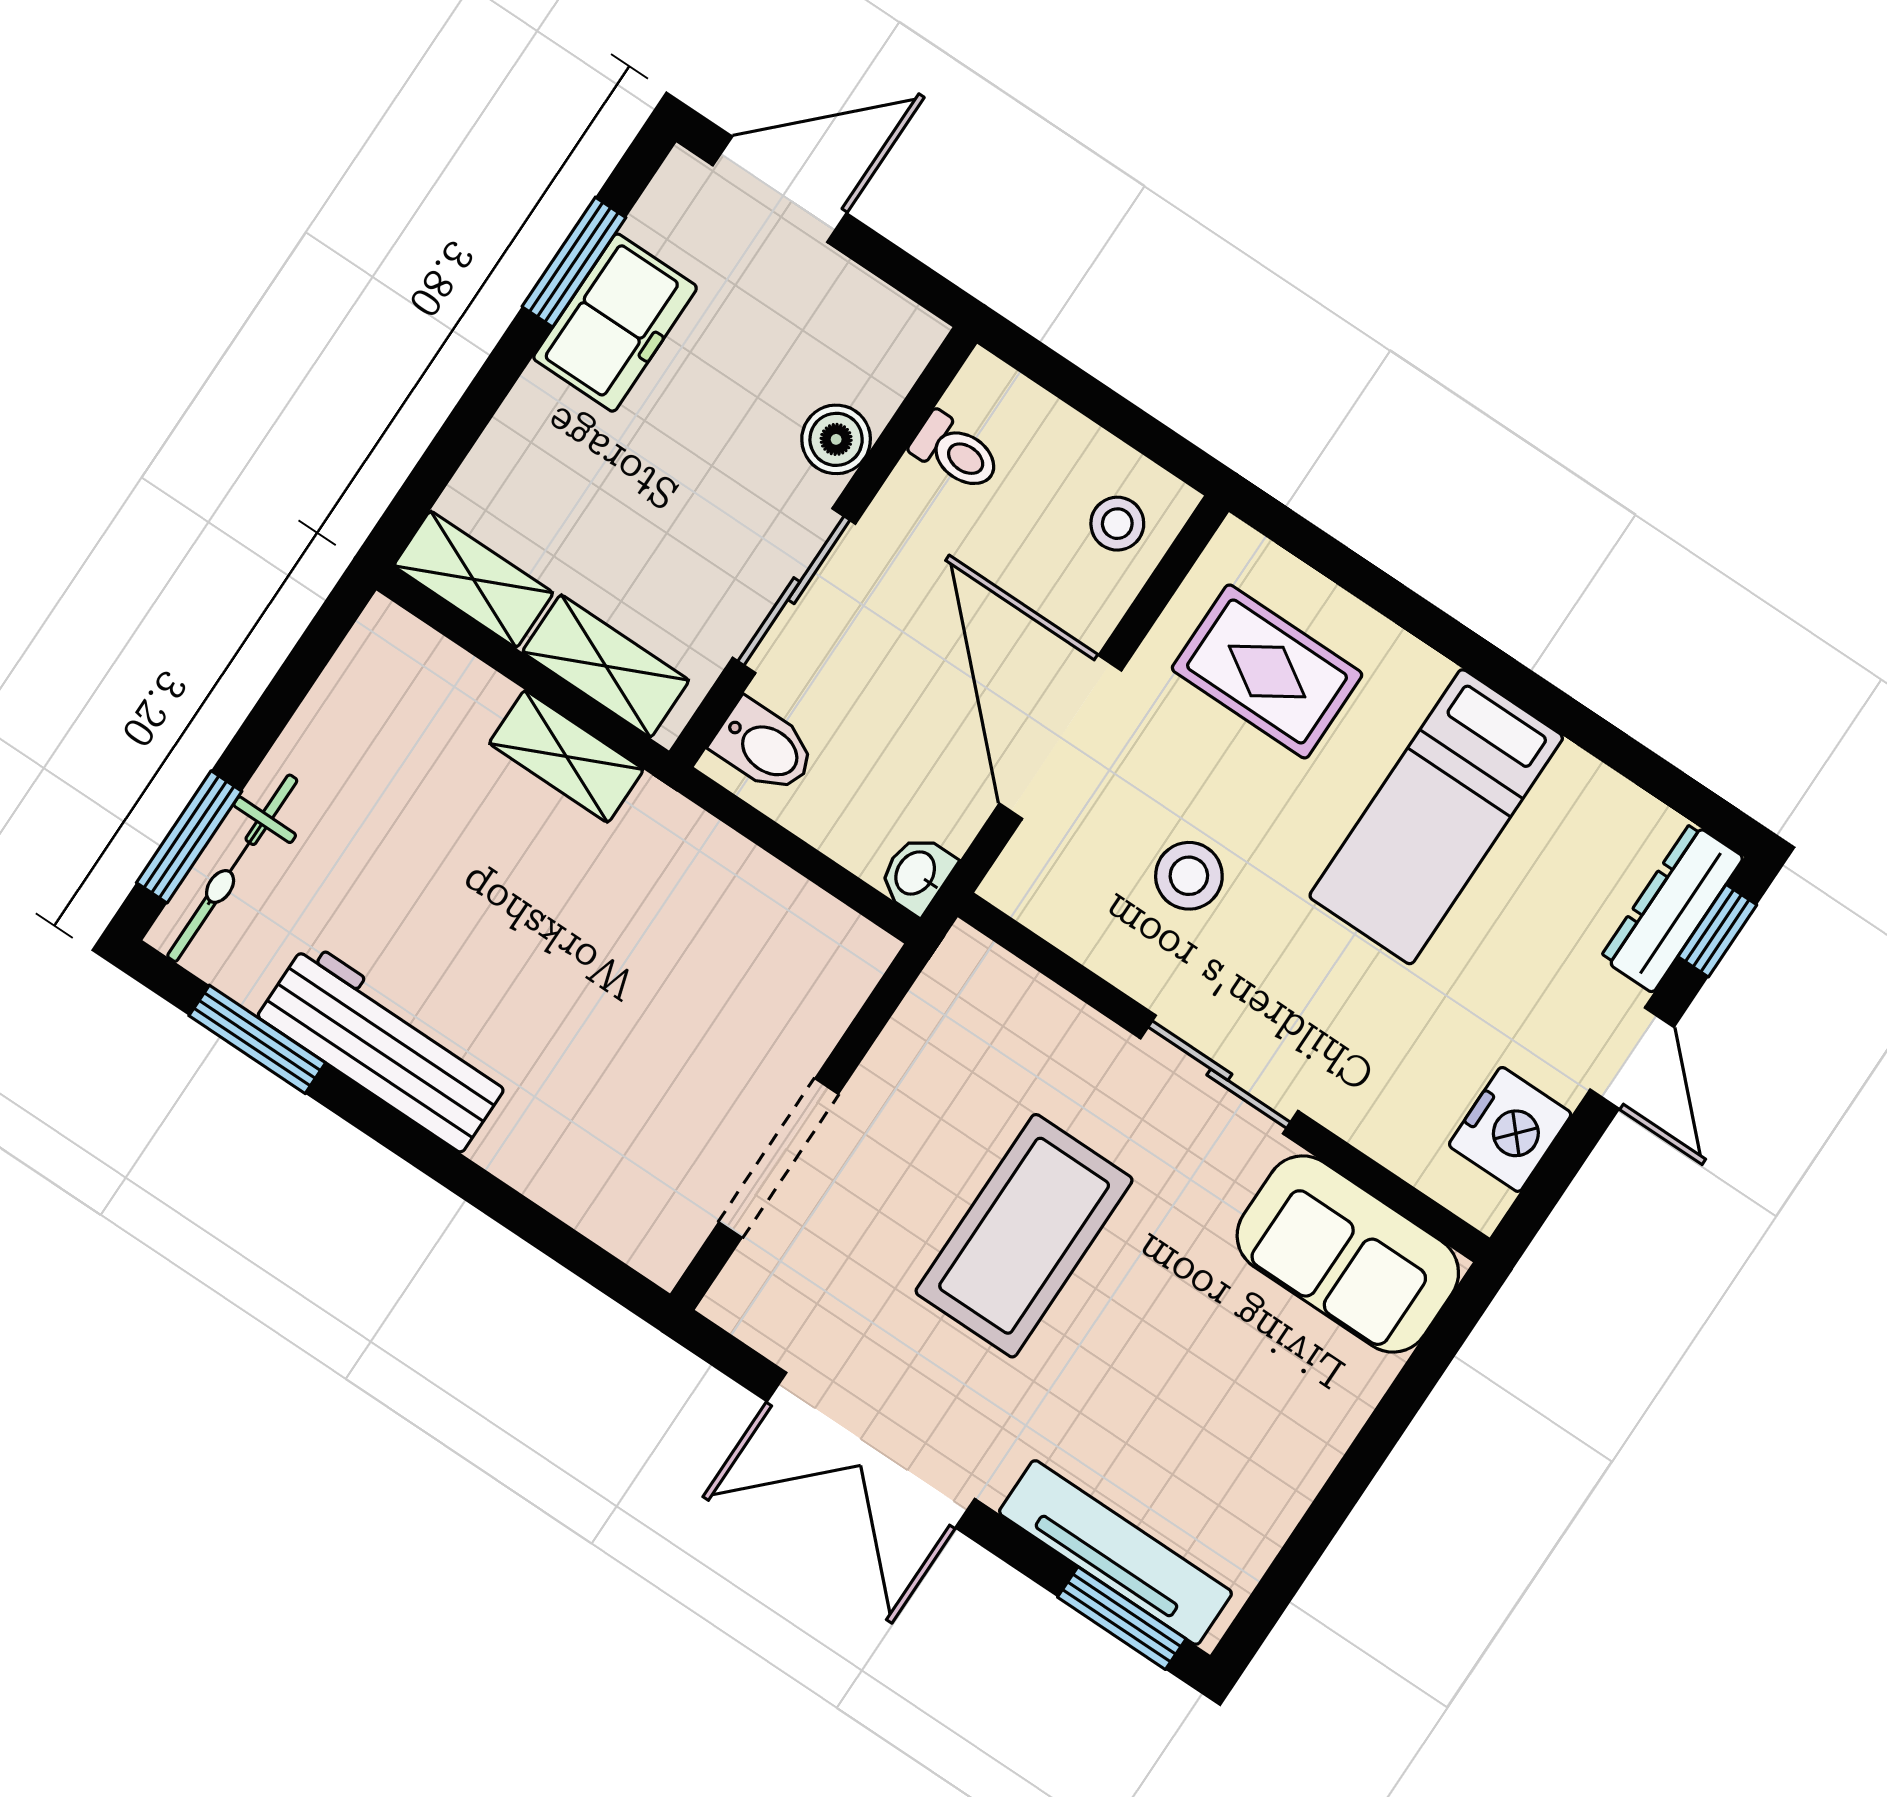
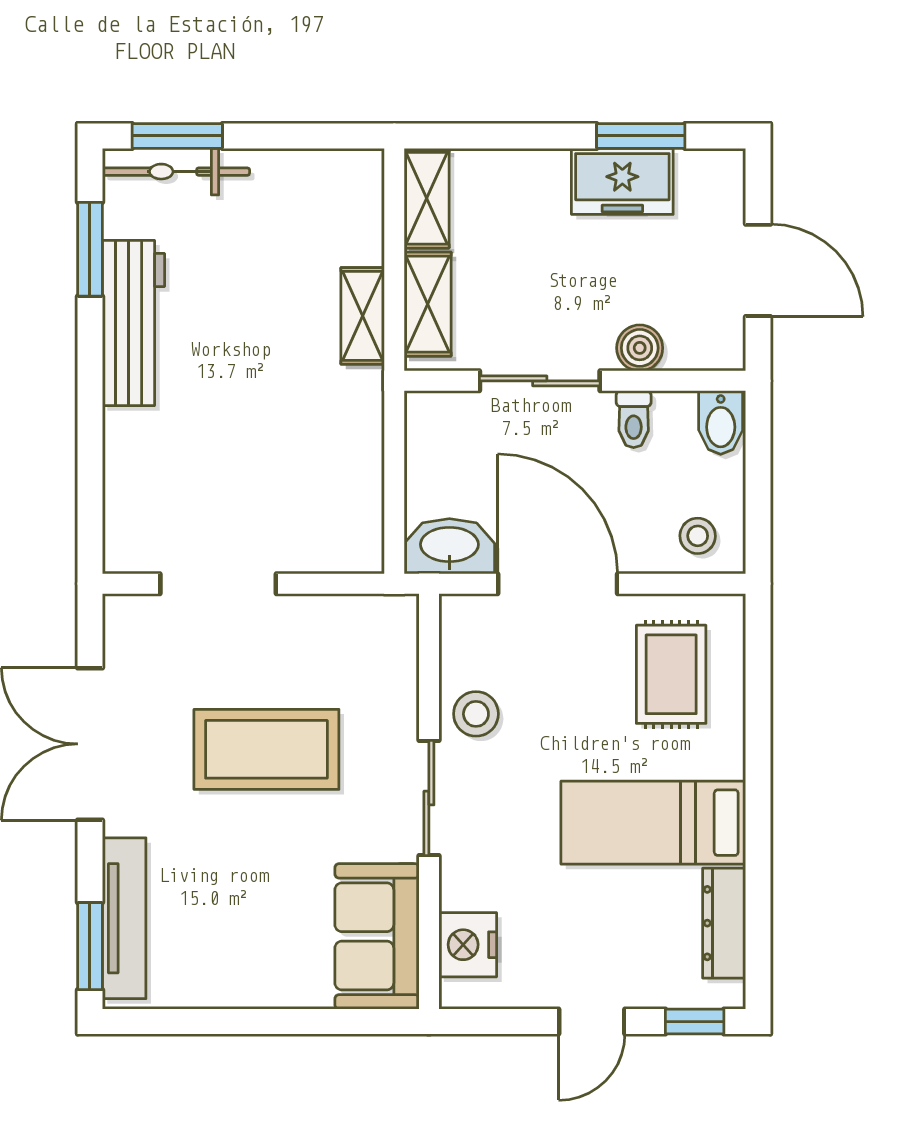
door: (780, 189) -> (758, 270), moved
toilet: (956, 452) -> (634, 419), moved
door: (1060, 737) -> (558, 584), hinge flipped
bidet: (764, 747) -> (721, 423), moved
washbasin: (917, 874) -> (449, 546), width x1.91, depth x1.45
stool: (1189, 876) -> (476, 714), moved
dresser: (1672, 908) -> (724, 923), moved, turned -90
nightstand: (1510, 1129) -> (468, 945), moved, turned 90

